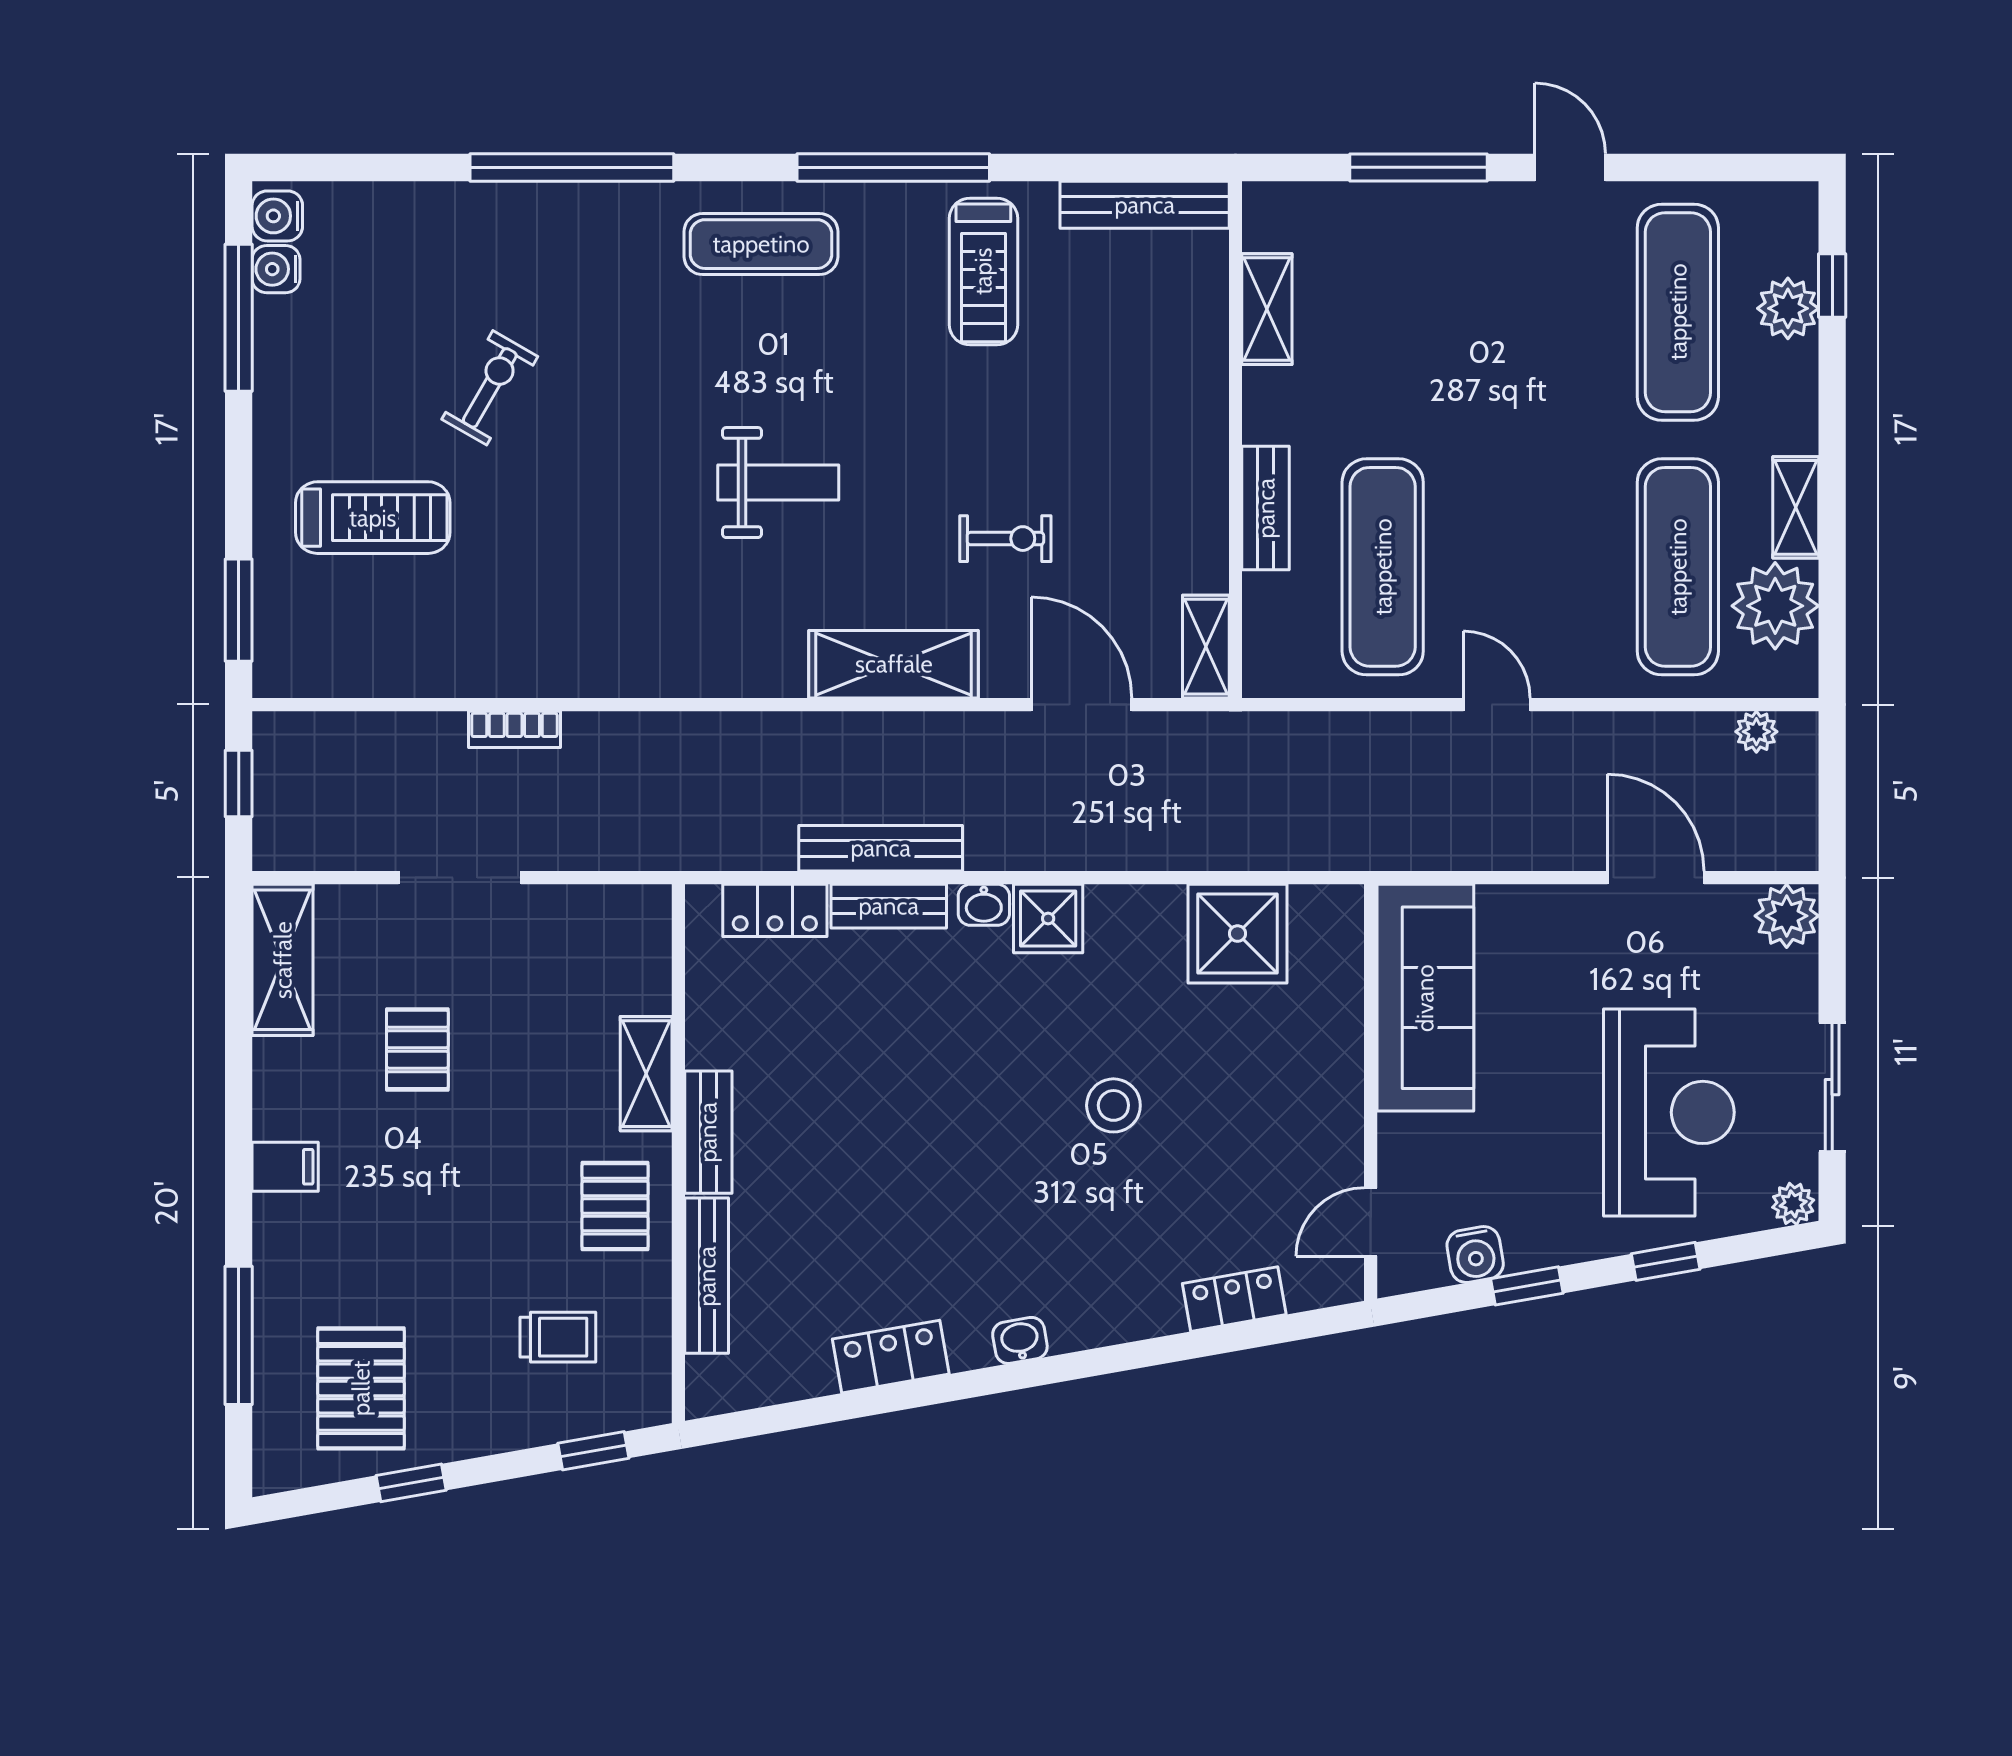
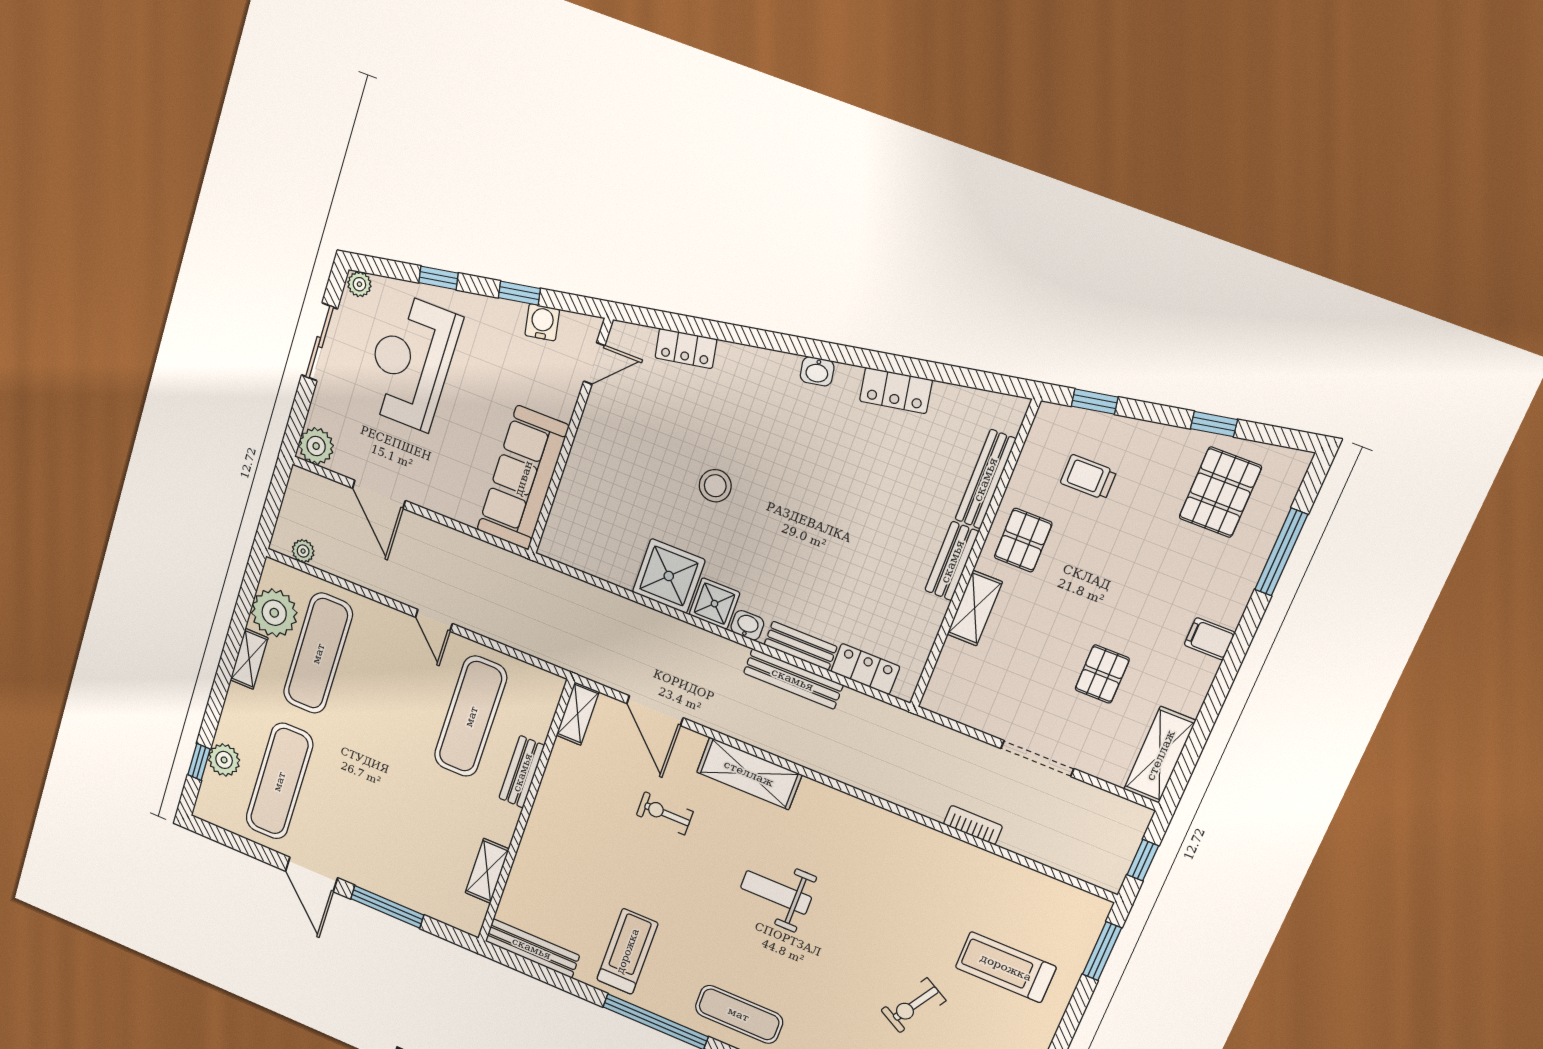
door: (1570, 167) -> (312, 874), width x1.38
shower: (1238, 934) -> (669, 576), moved

